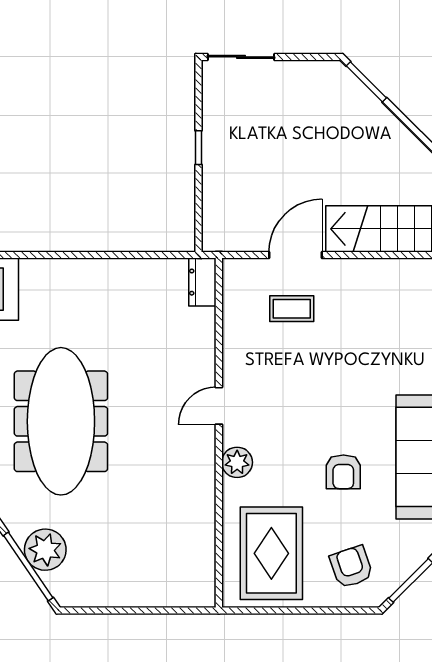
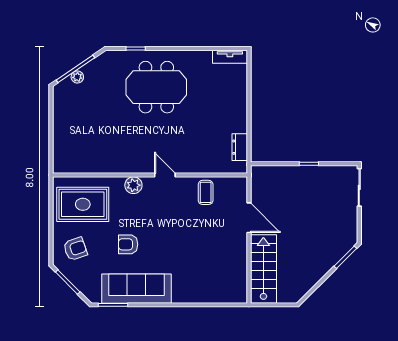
dresser: (202, 282) -> (240, 147), moved, turned -90
coffee table: (292, 309) -> (206, 192), moved
meeting table: (61, 421) -> (156, 87), width x0.73
plant: (45, 550) -> (77, 77), width x0.53, depth x0.53

